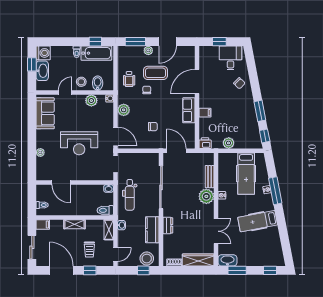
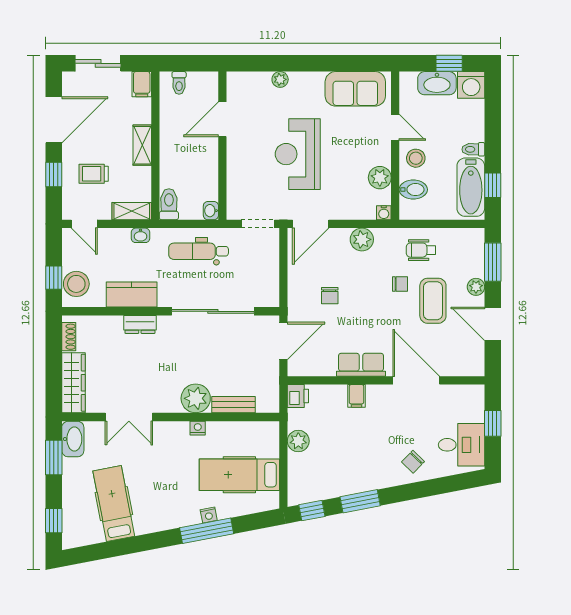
hospital bed: (258, 221) -> (114, 504), moved

